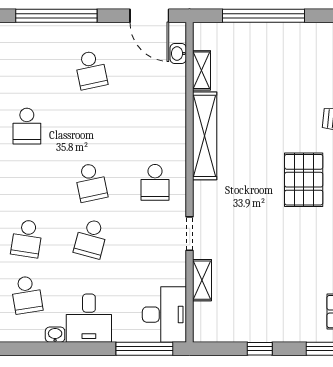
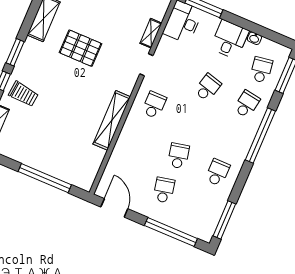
washbasin: (178, 54) -> (107, 177), removed
shelving: (202, 70) -> (97, 161), removed
pallet: (304, 180) -> (80, 48), moved, turned 90
school desk: (91, 182) -> (178, 156), moved

